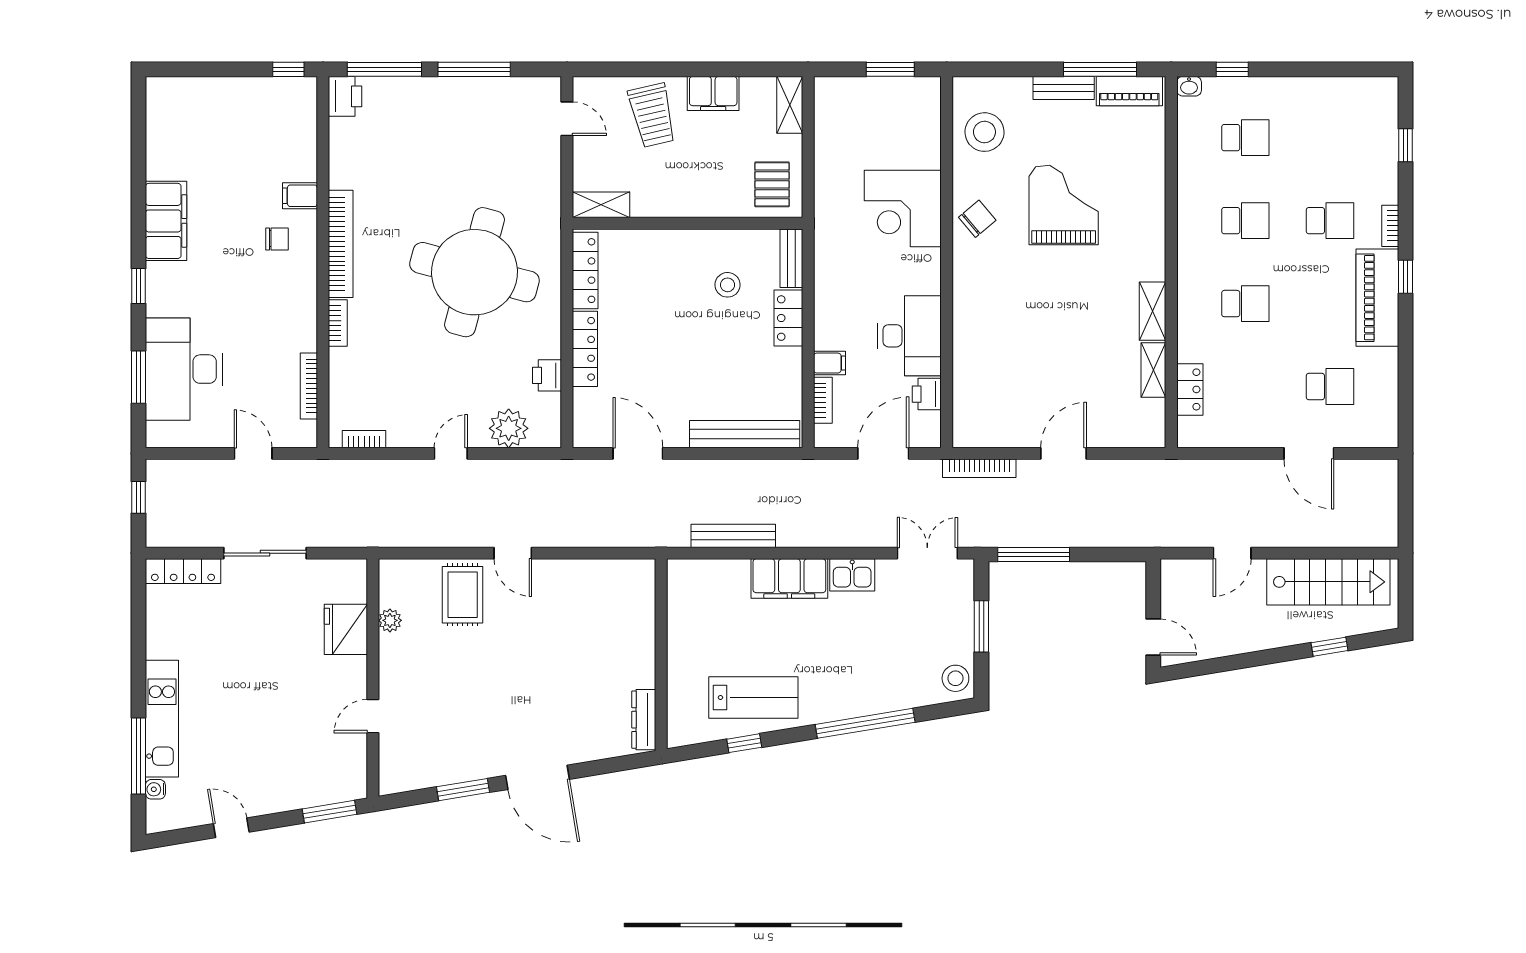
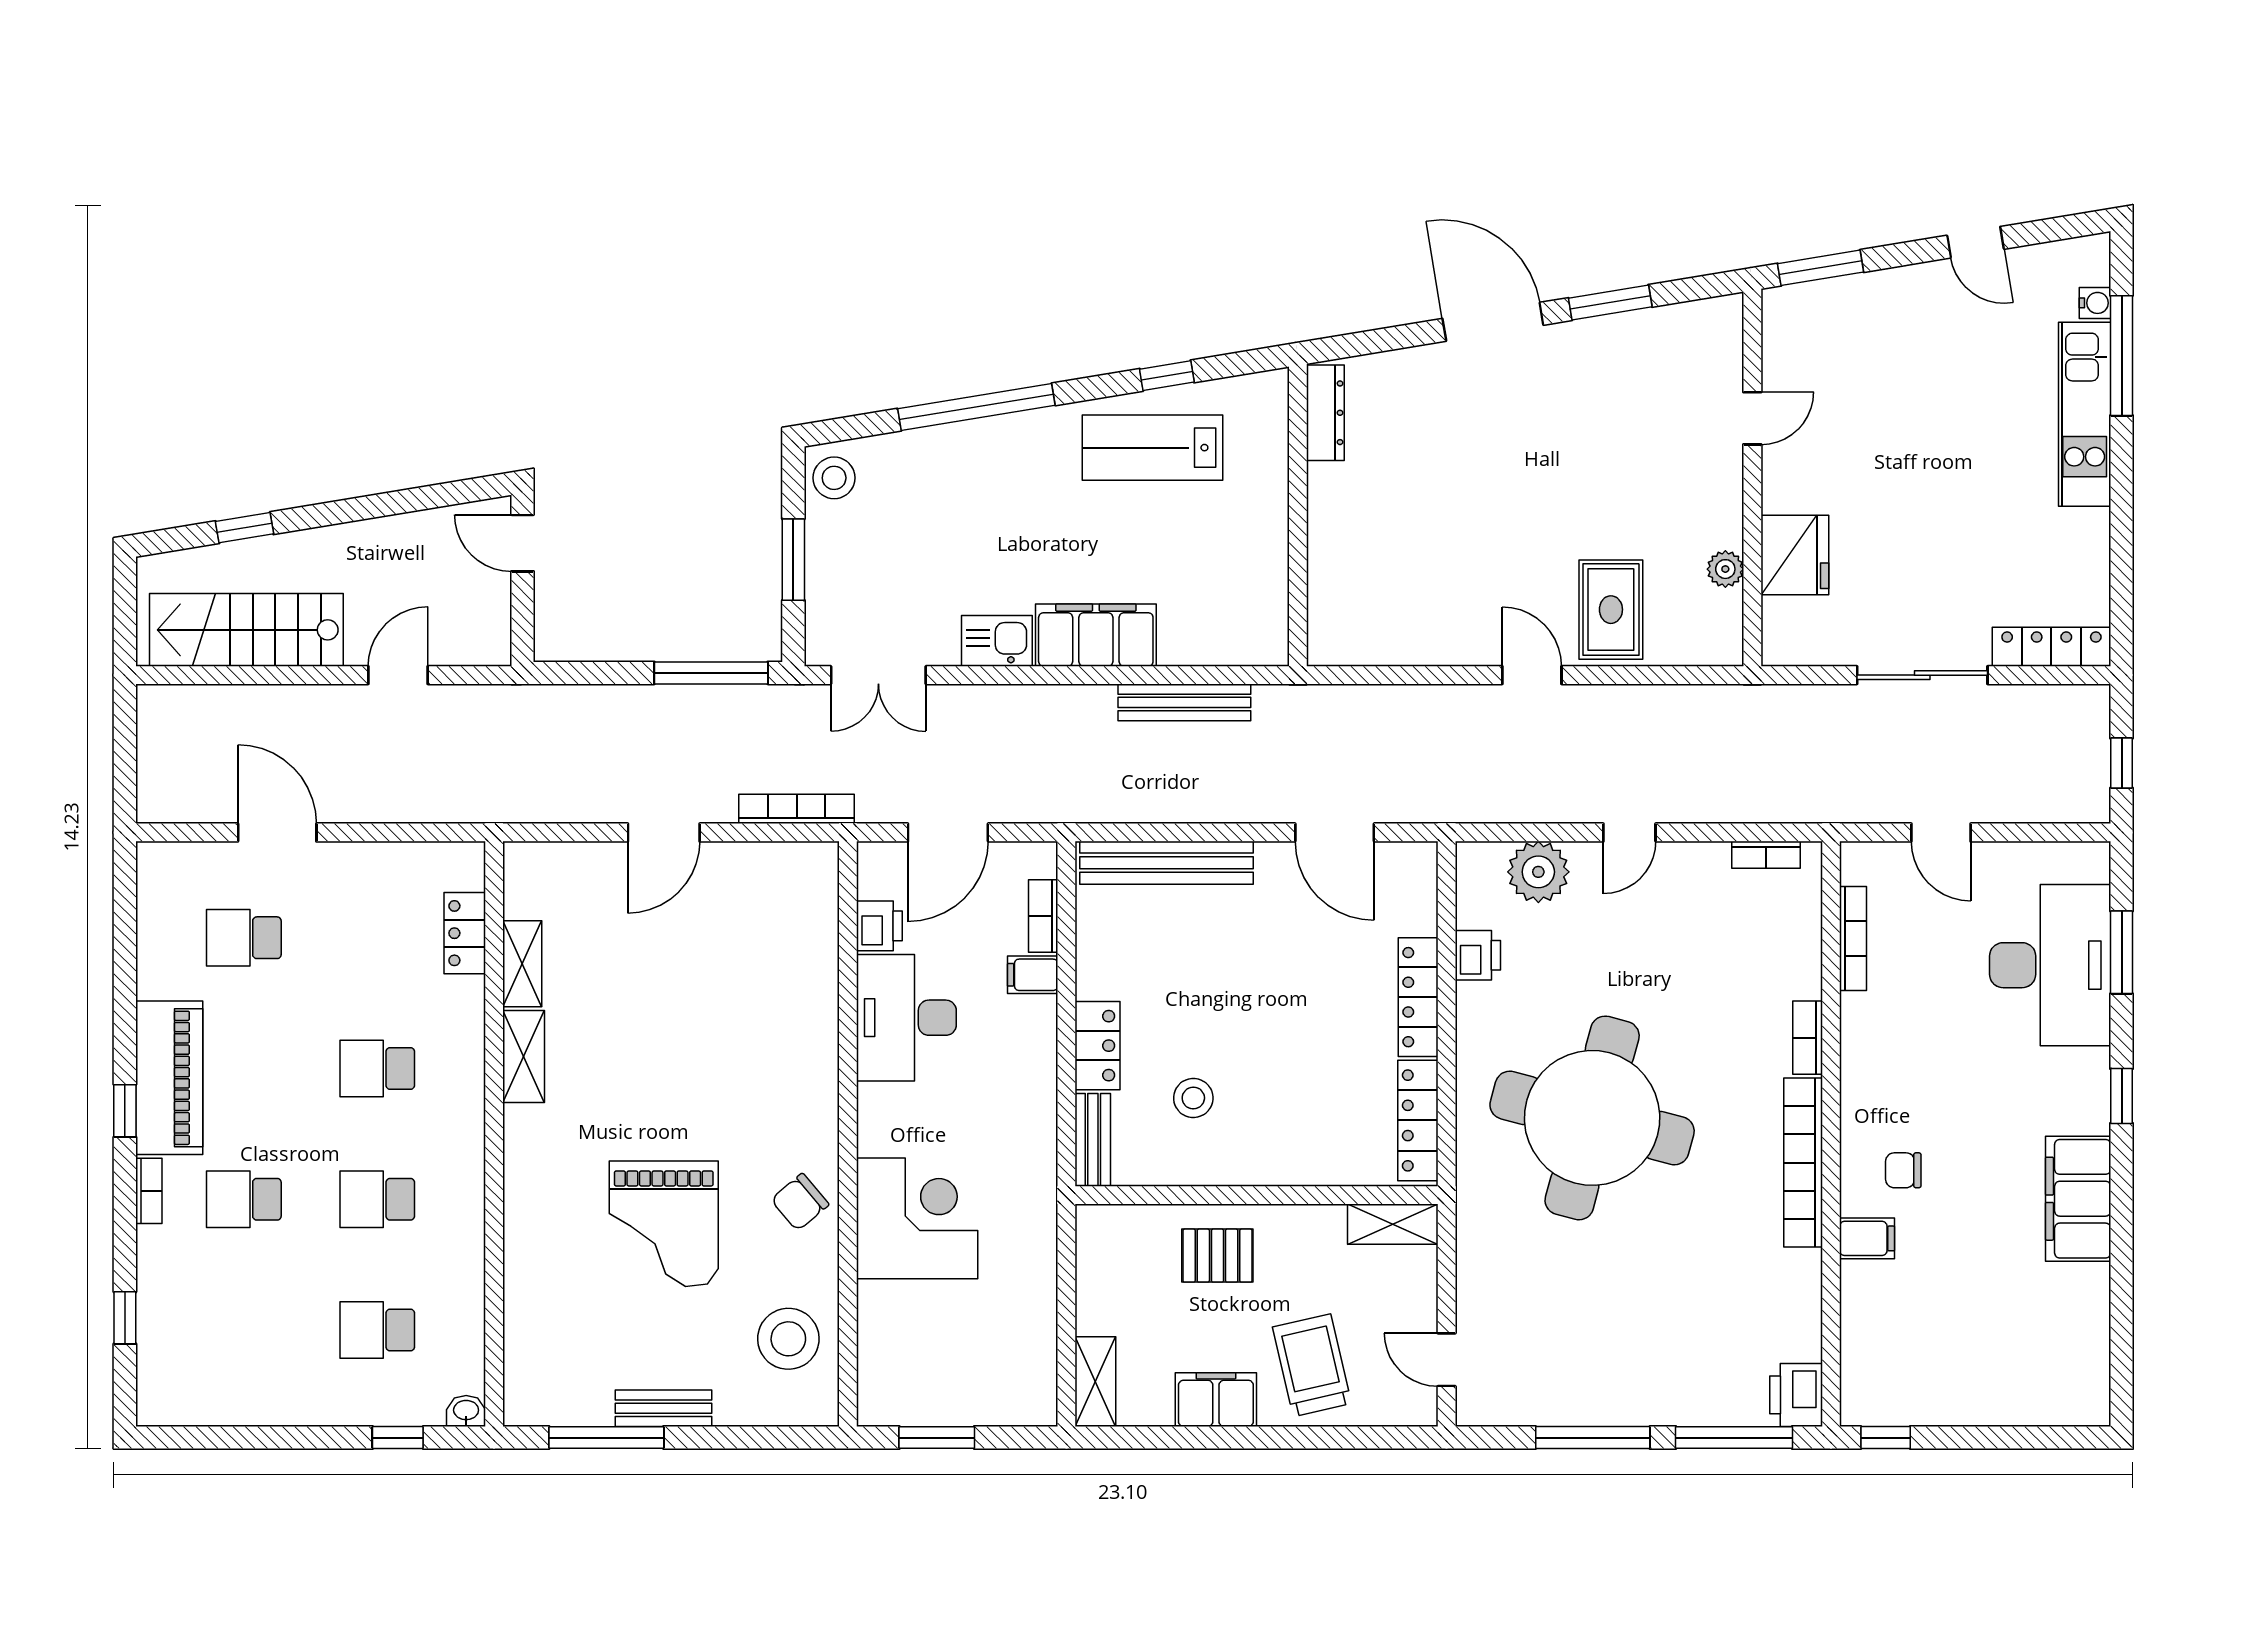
piano: (1129, 91) -> (560, 1403), removed
pallet: (772, 184) -> (1217, 1256), moved, turned 90

